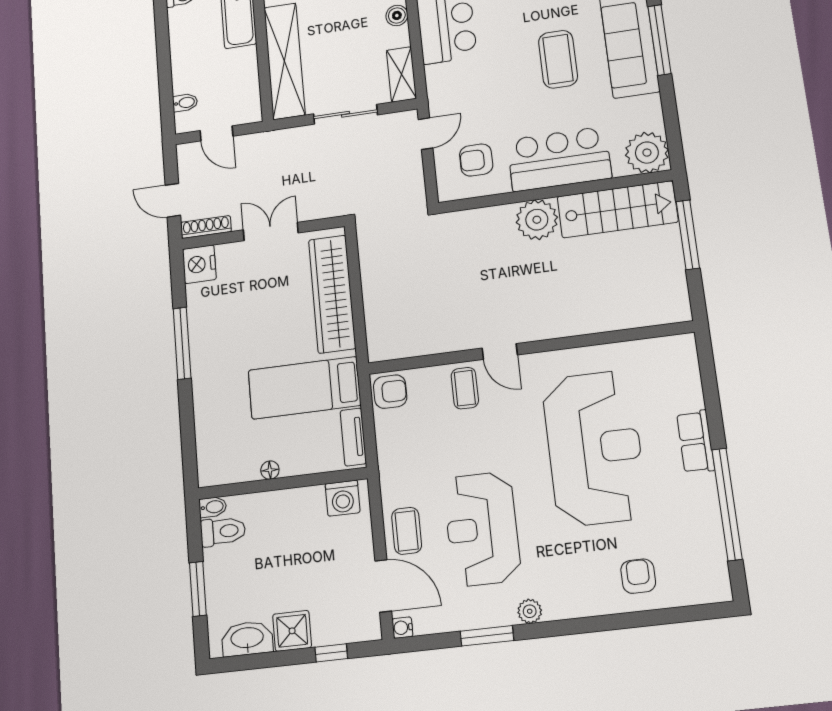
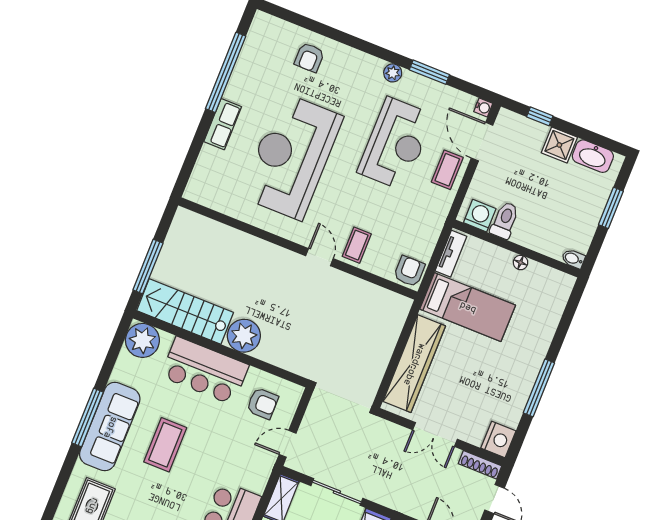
armchair: (390, 392) -> (409, 271), turned 90
toilet: (223, 531) -> (505, 220), moved, turned 90

